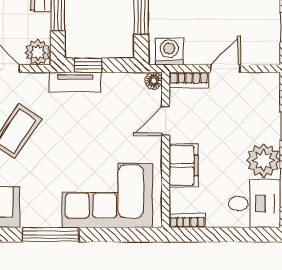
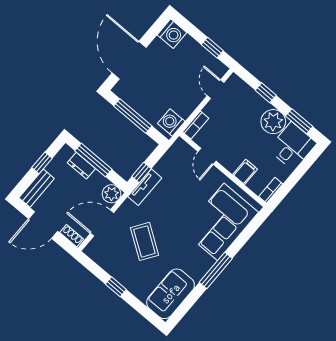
door: (225, 69) -> (216, 89), moved
floor lamp: (154, 81) -> (180, 144), removed
filing cabinet: (184, 165) -> (245, 172), width x0.50

